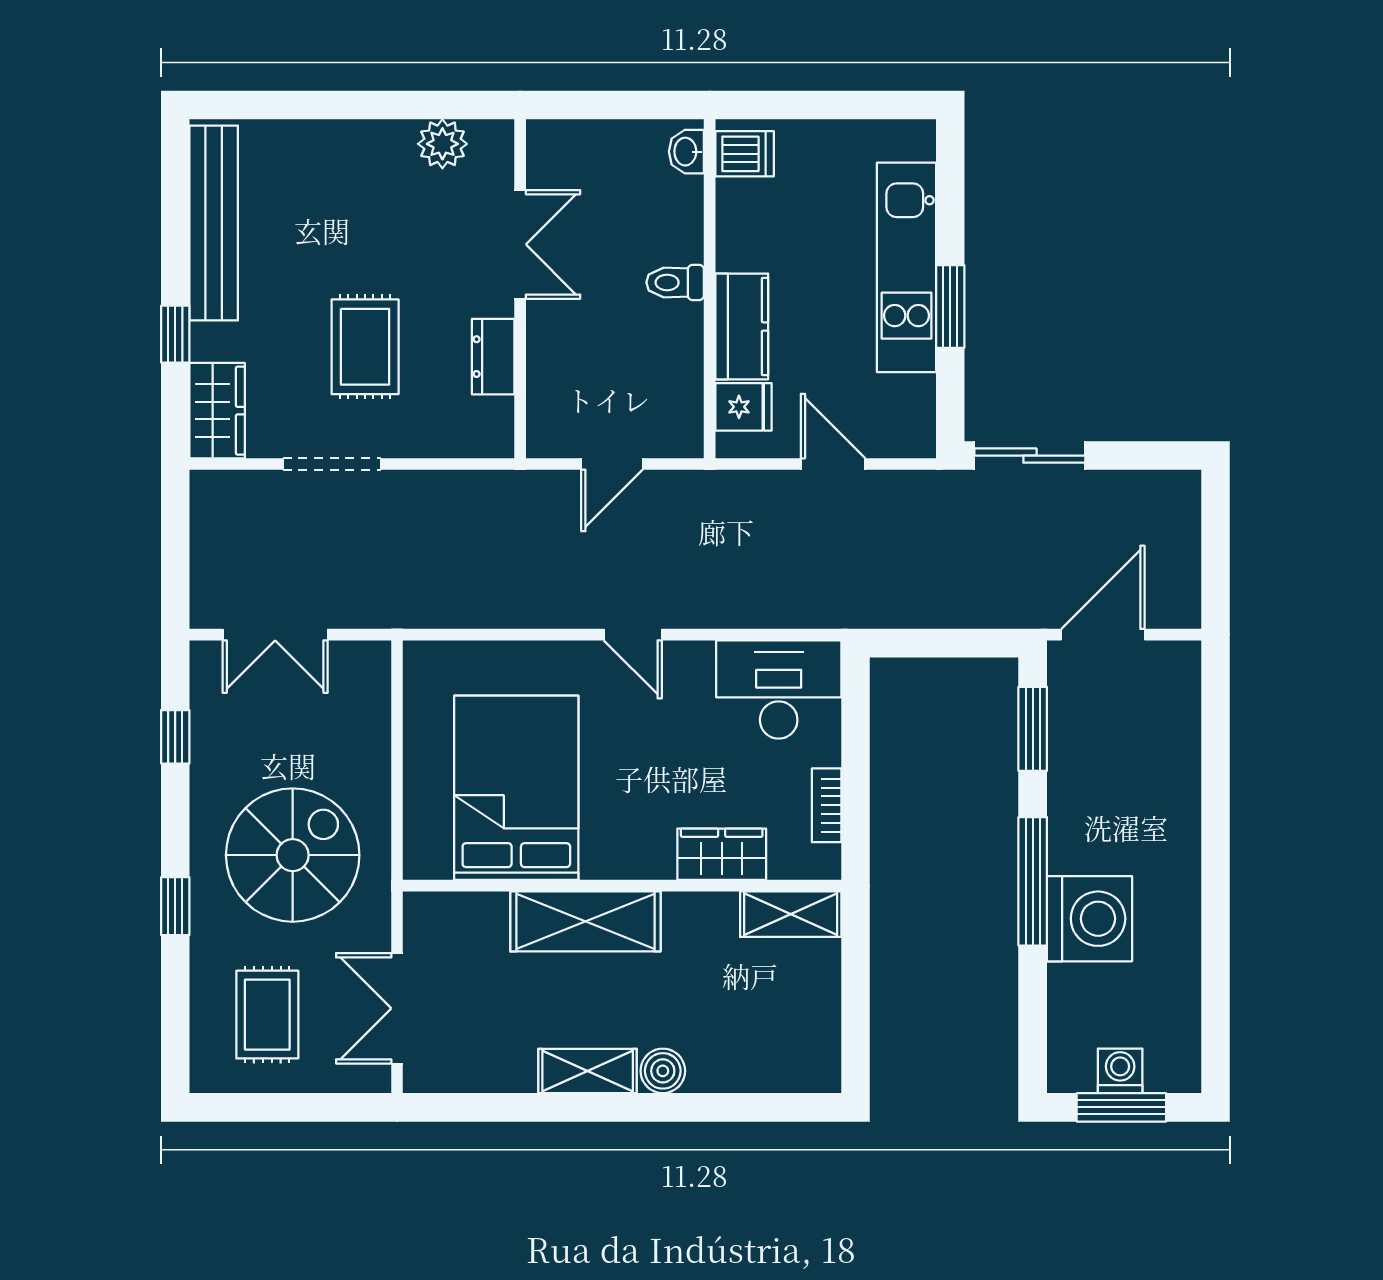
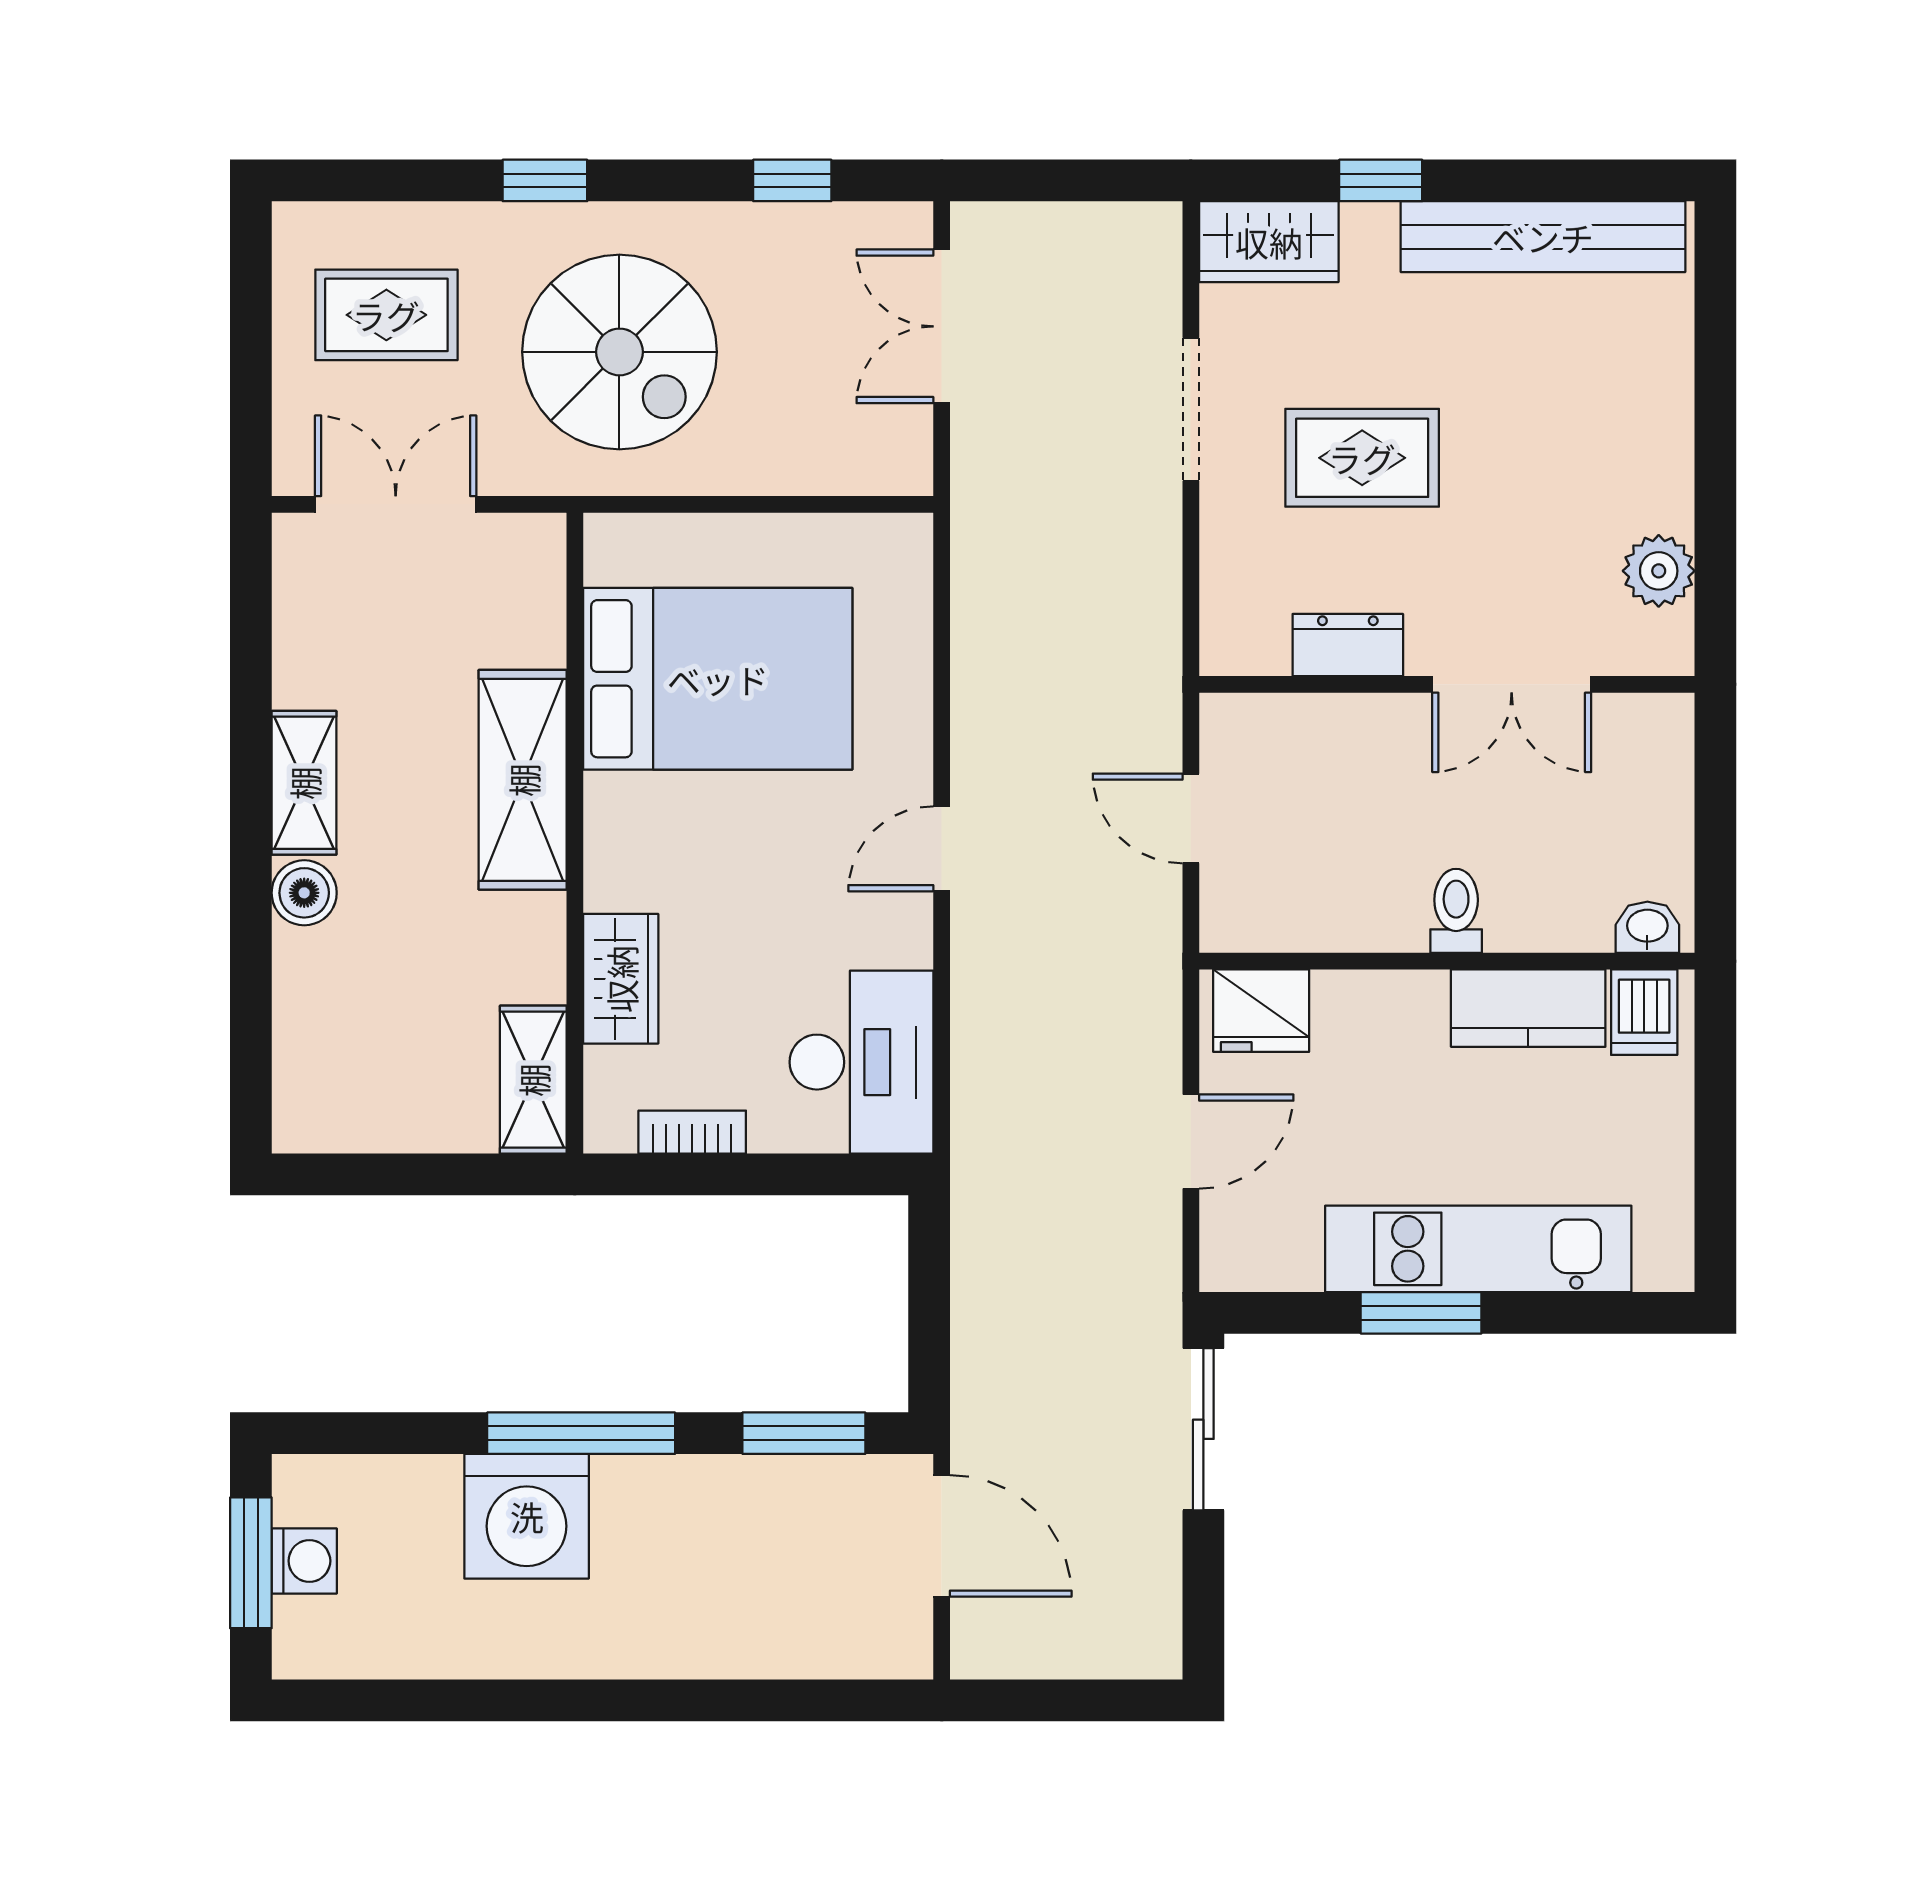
kitchen counter: (742, 326) -> (1528, 1008), moved
fridge: (744, 407) -> (1261, 1011), width x1.38

